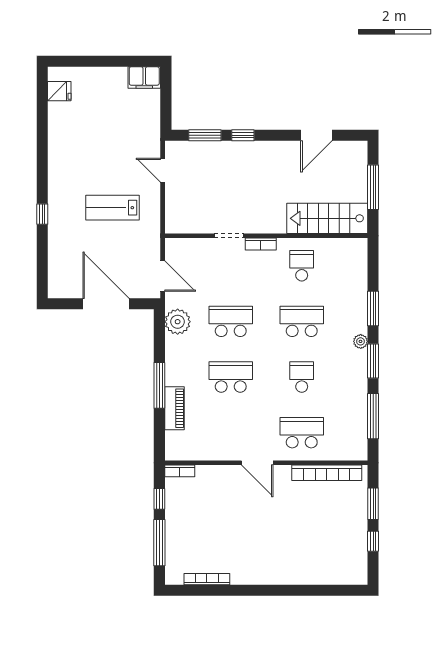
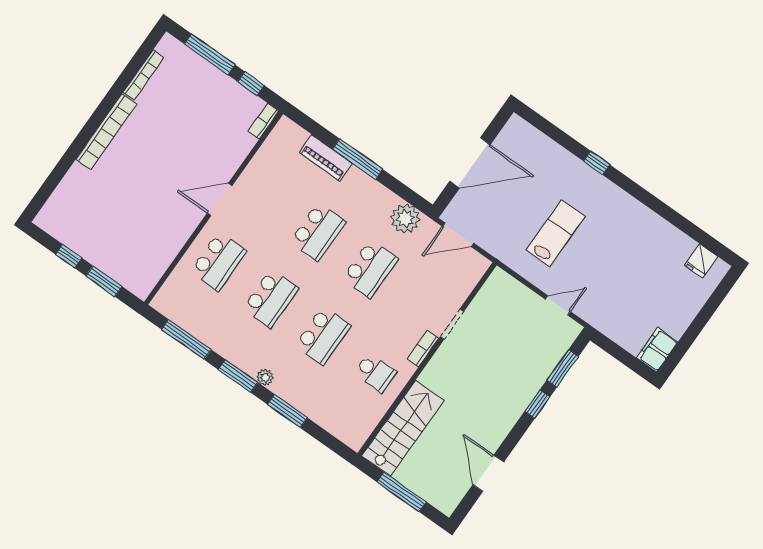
school desk: (302, 377) -> (271, 298), width x1.85
bookcase: (327, 473) -> (106, 132), moved, turned 180

